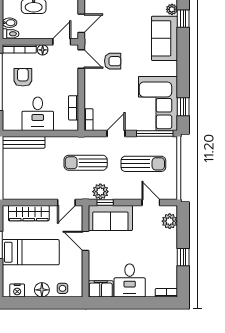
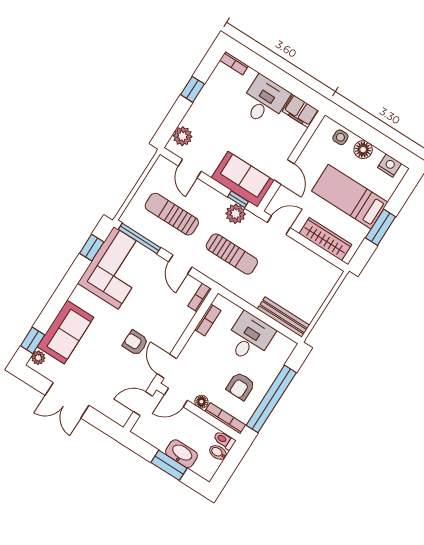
door: (116, 134) -> (180, 264), hinge flipped

